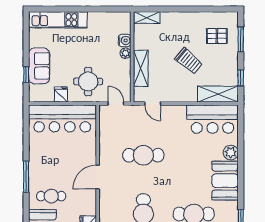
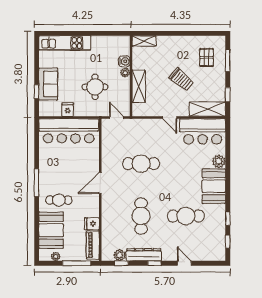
pallet: (217, 36) -> (207, 57), turned 90
round table: (88, 82) -> (95, 87), moved
door: (153, 104) -> (170, 118), moved

